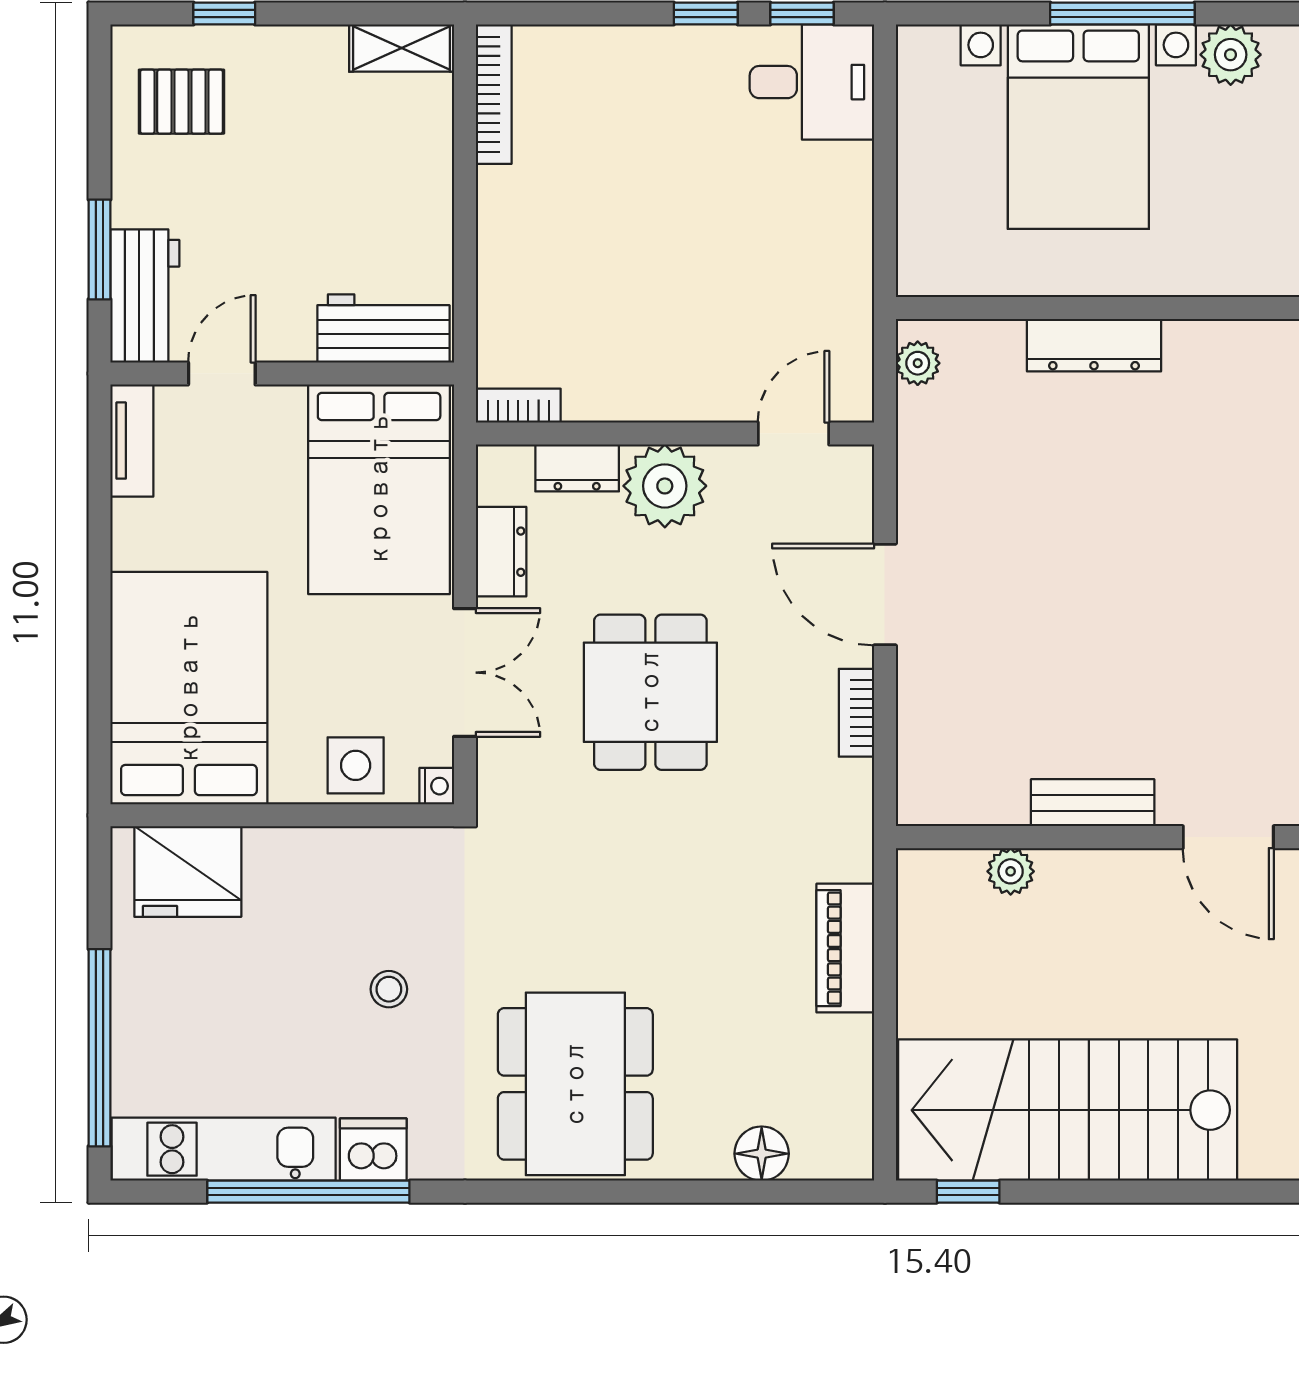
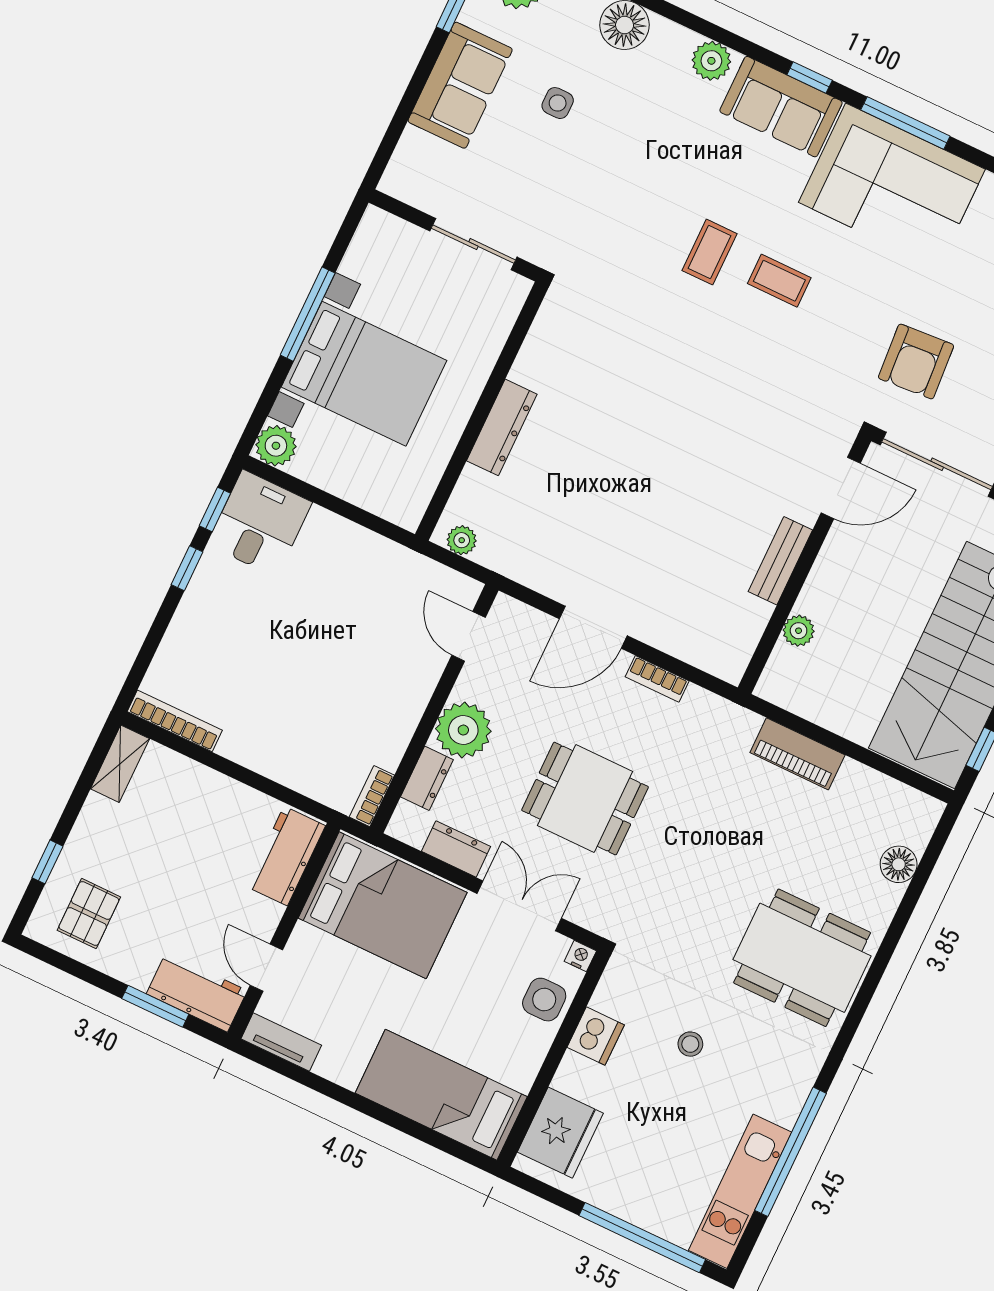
plant: (1231, 55) -> (276, 446), moved
bed: (189, 688) -> (441, 1095), width x0.67
dishwasher: (373, 1150) -> (596, 1036), moved, turned 180

